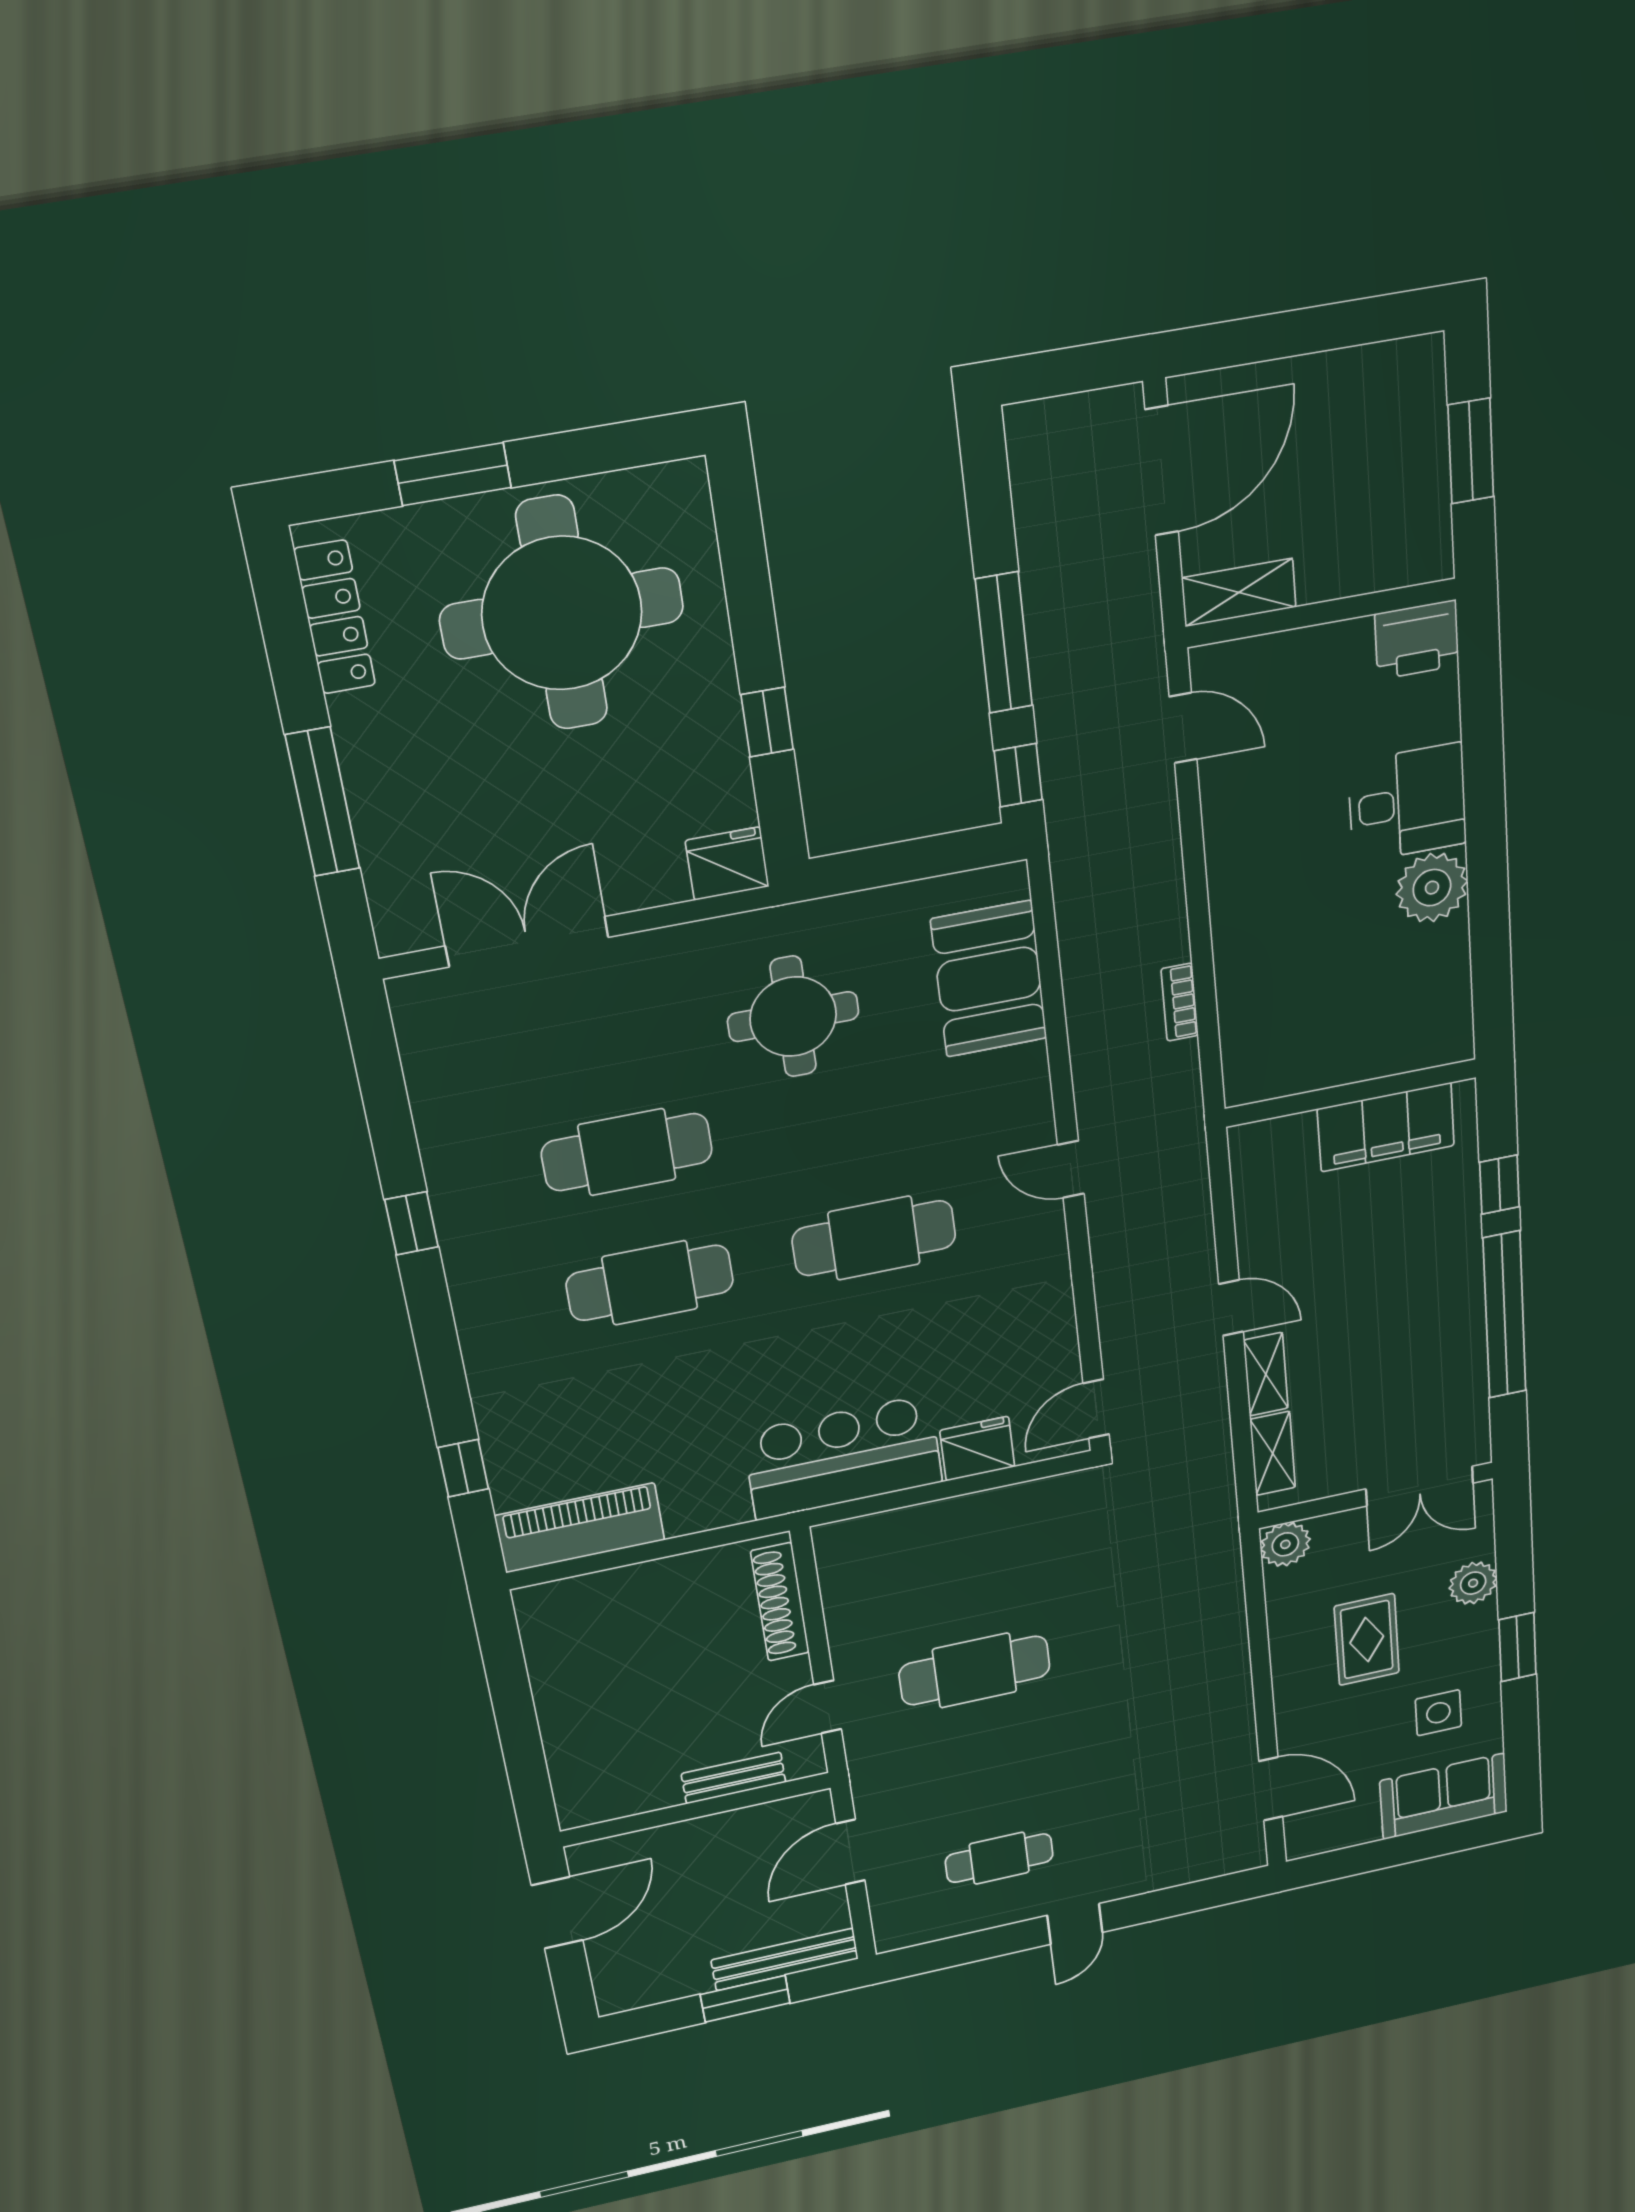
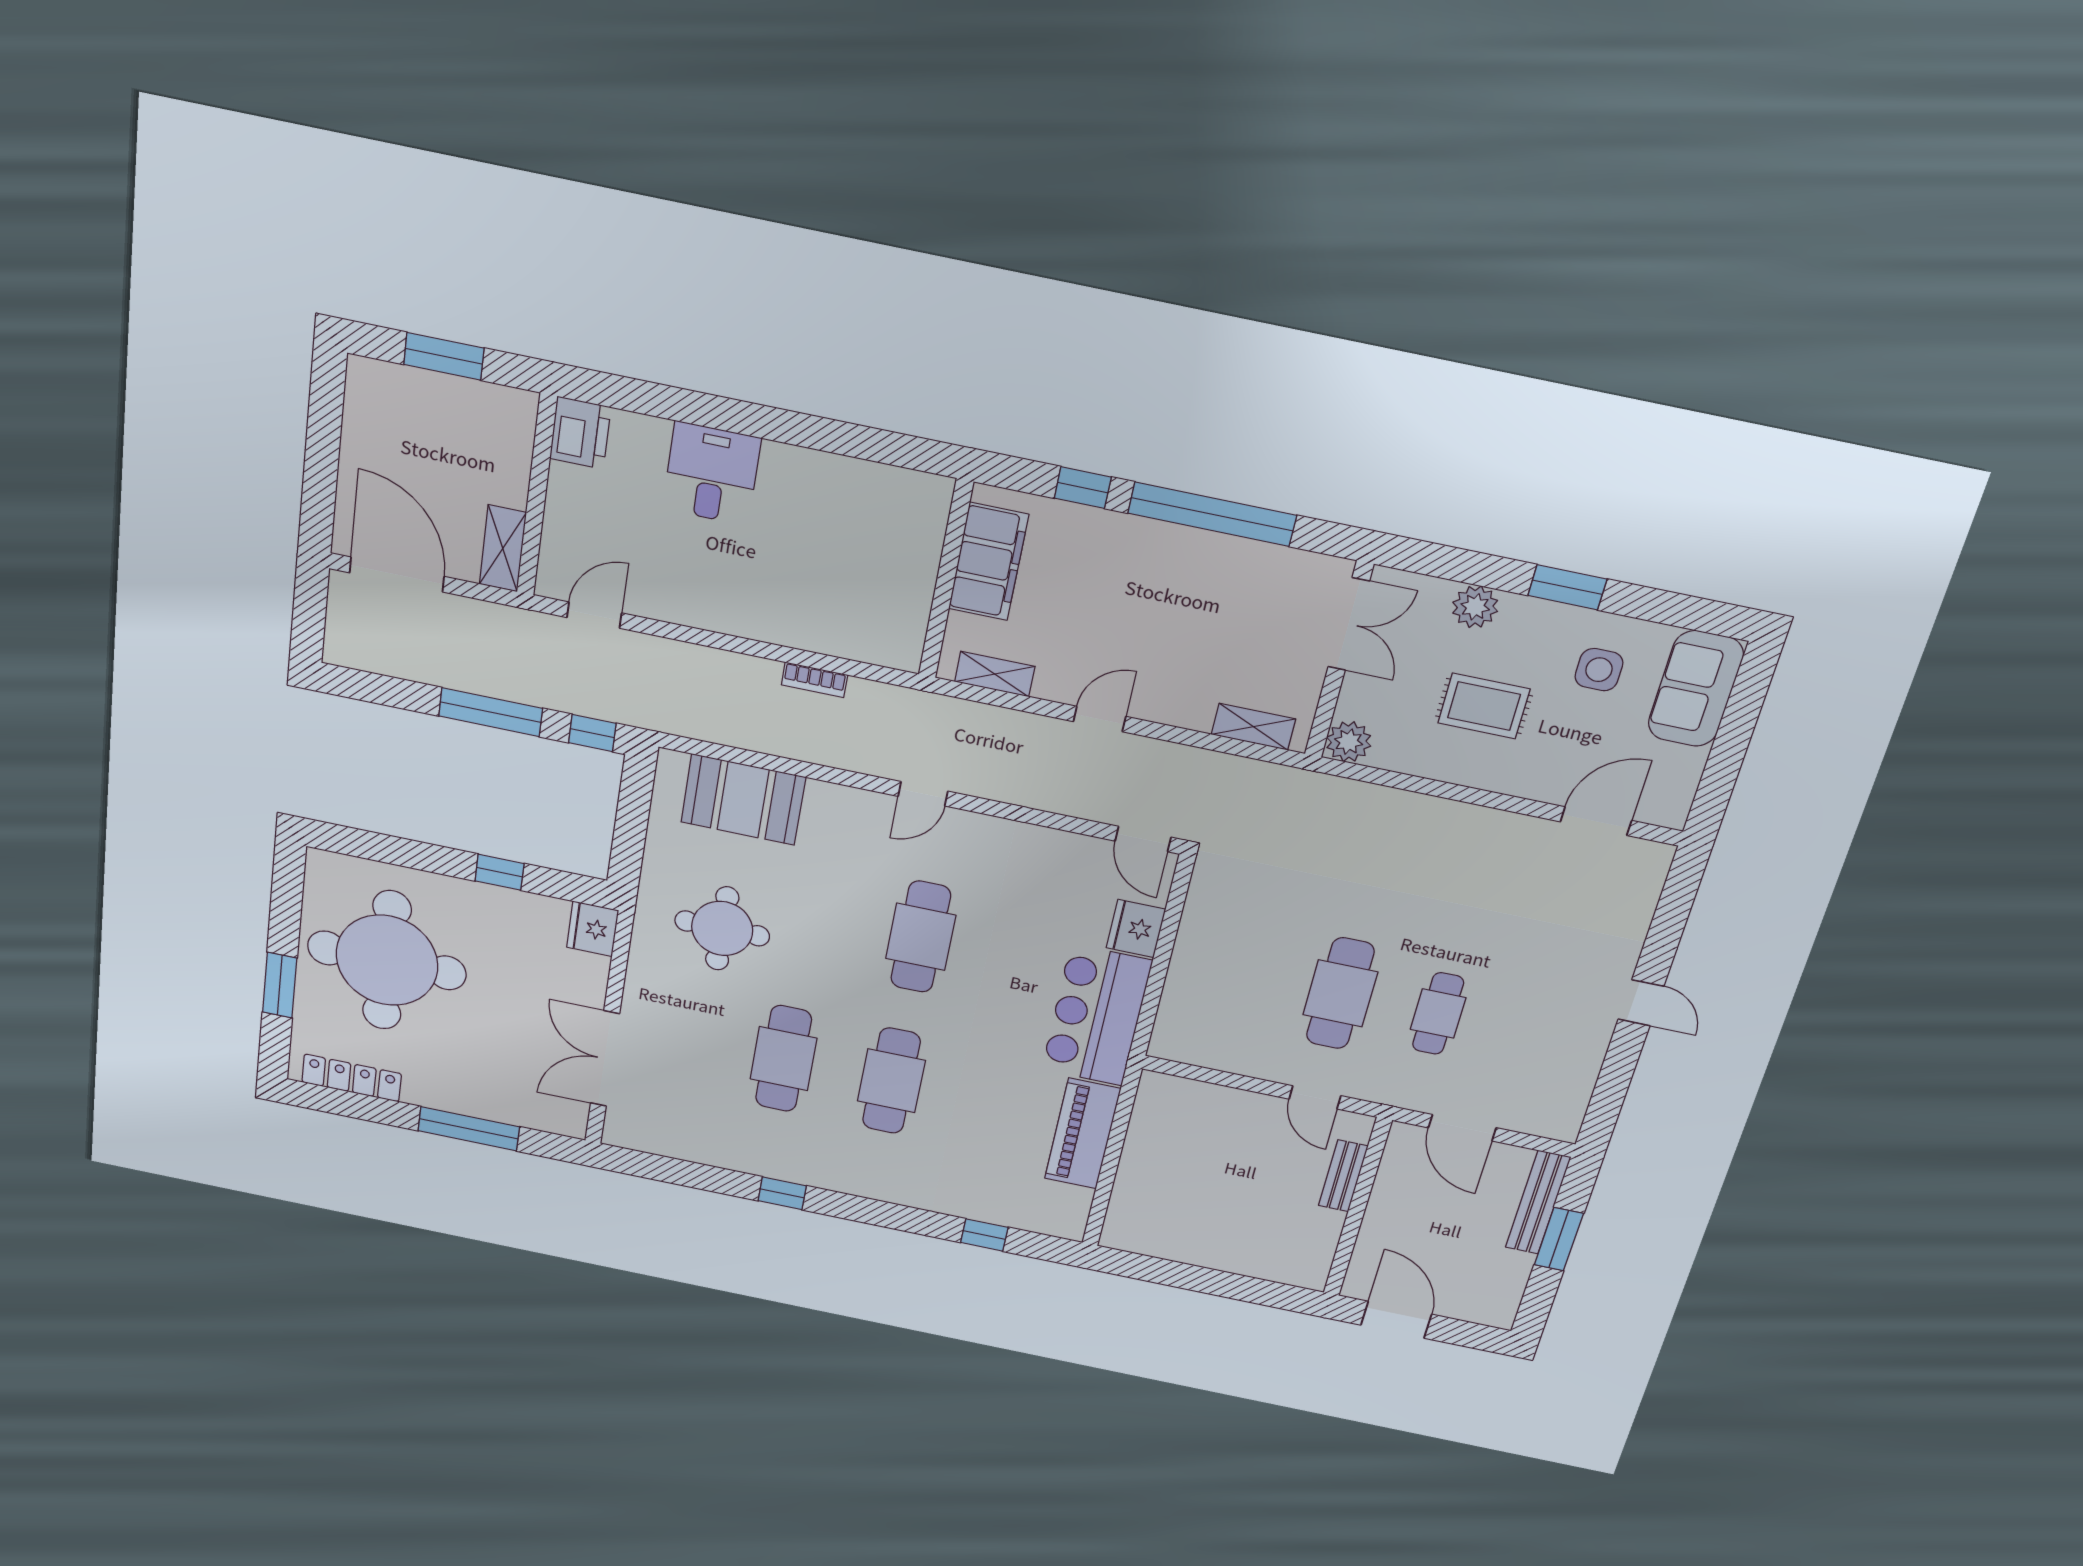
plant: (1432, 888) -> (791, 473), removed
shelving: (1266, 1374) -> (995, 674), moved
piano: (580, 1528) -> (1083, 1134), moved
shoe rack: (780, 1602) -> (1202, 1095), removed
cafe table: (999, 1858) -> (1438, 1014), moved

